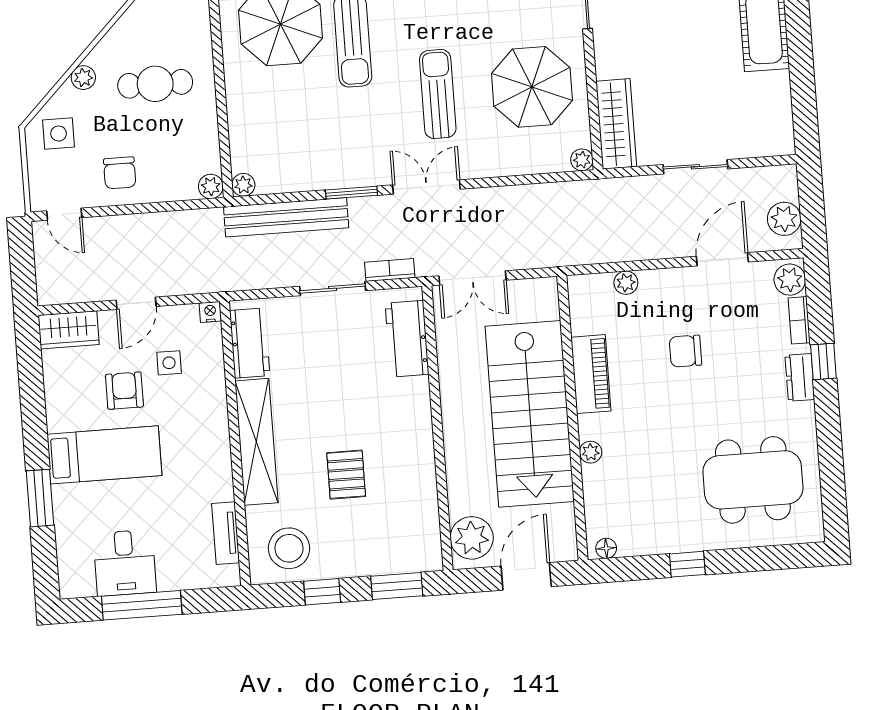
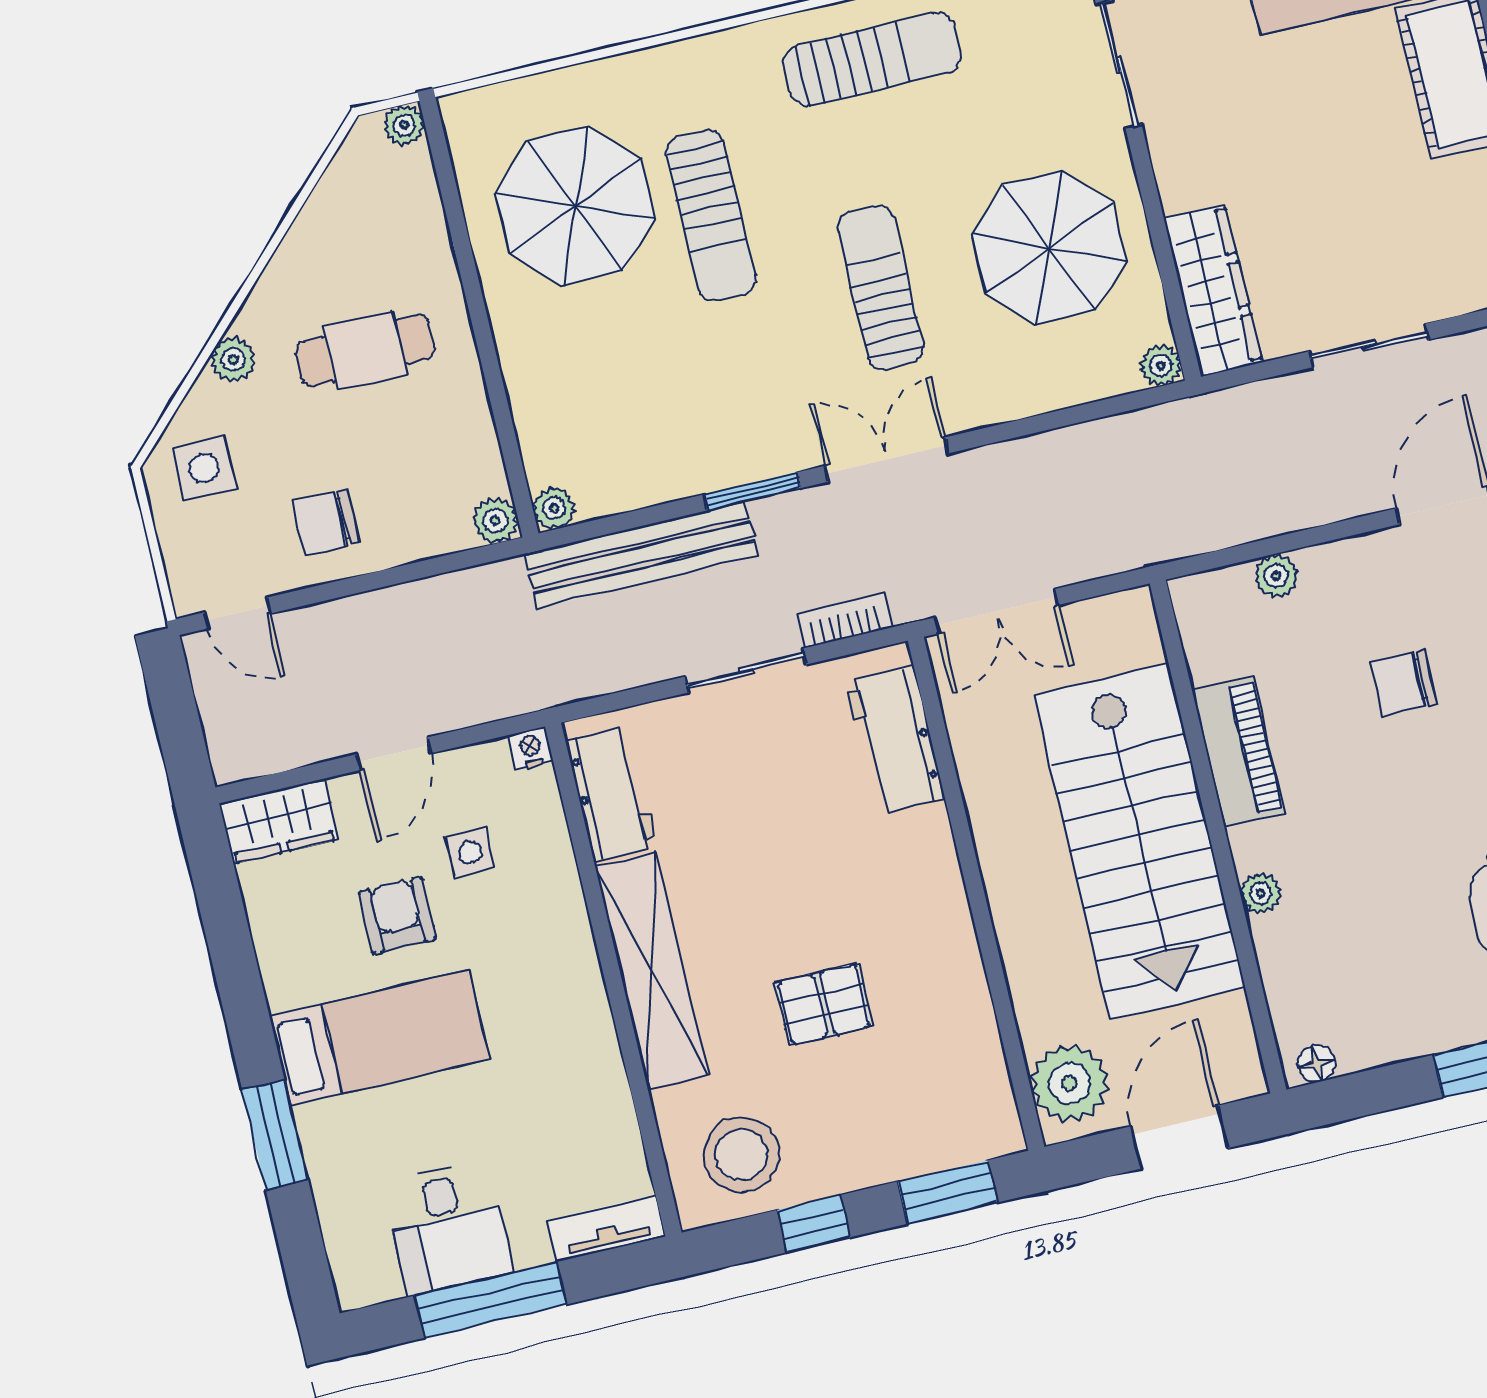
chair: (120, 173) -> (326, 522), turned 90
pallet: (346, 475) -> (824, 1004), turned 90
tv unit: (226, 533) -> (606, 1228), moved, turned 90

